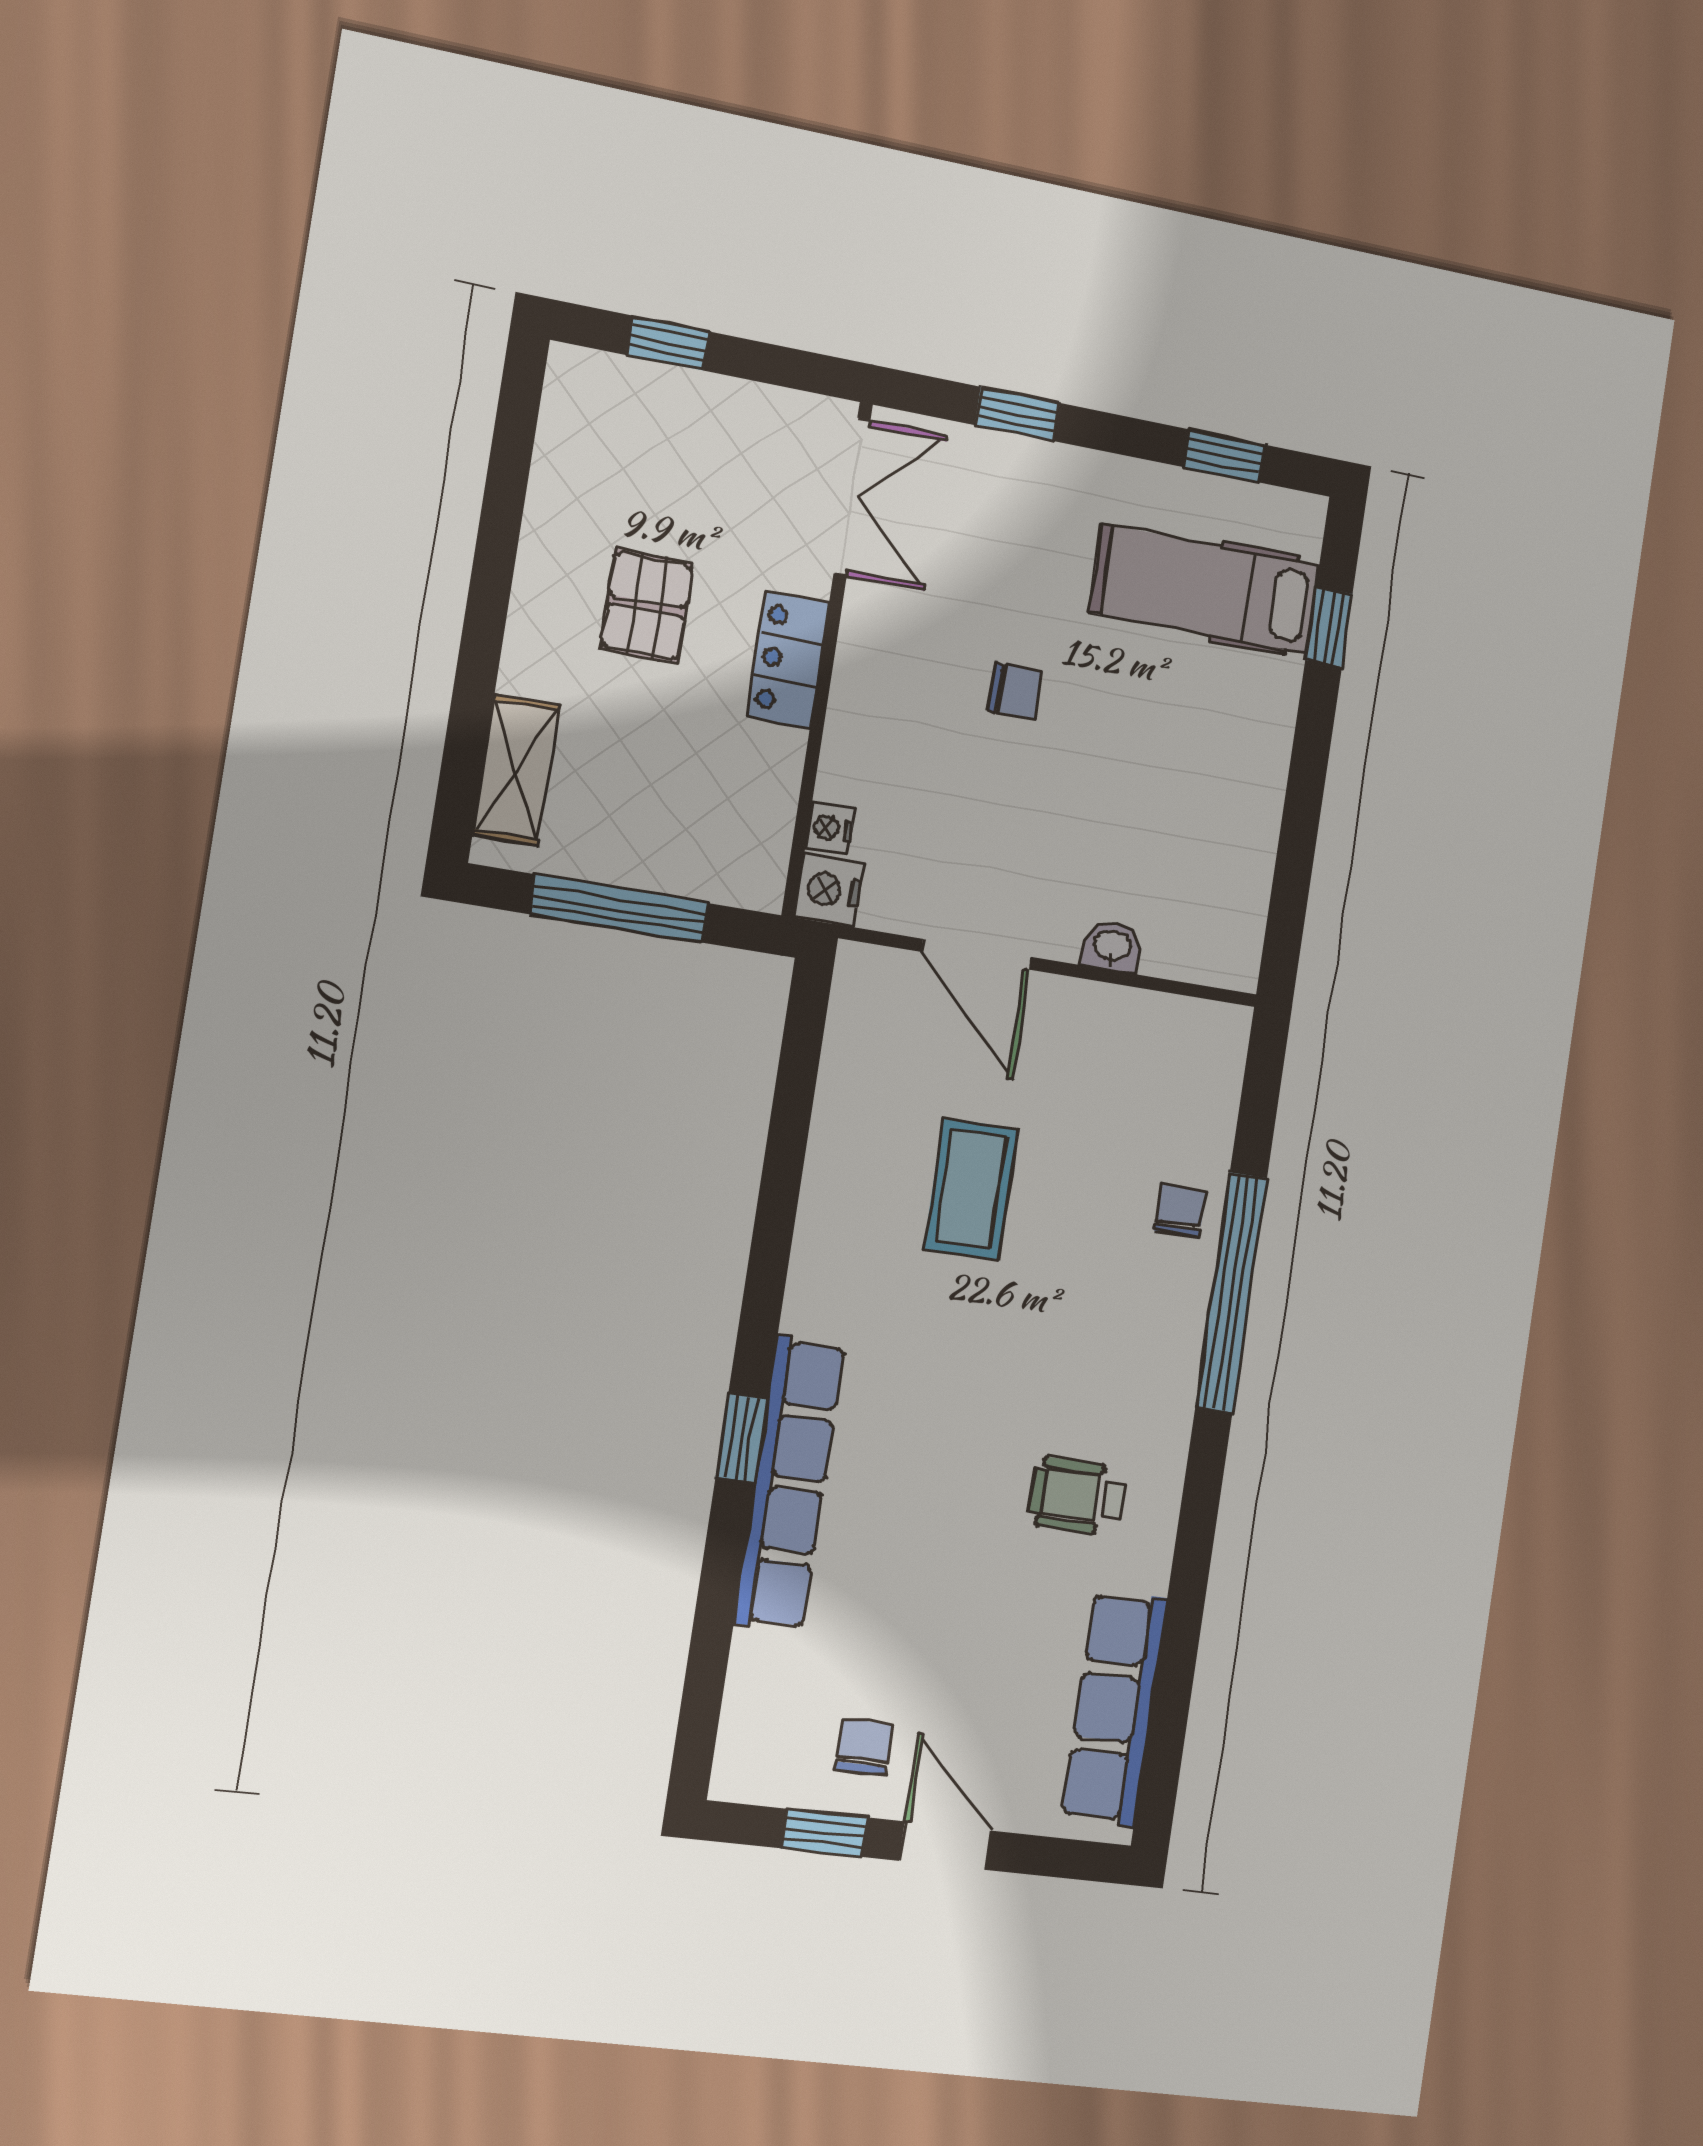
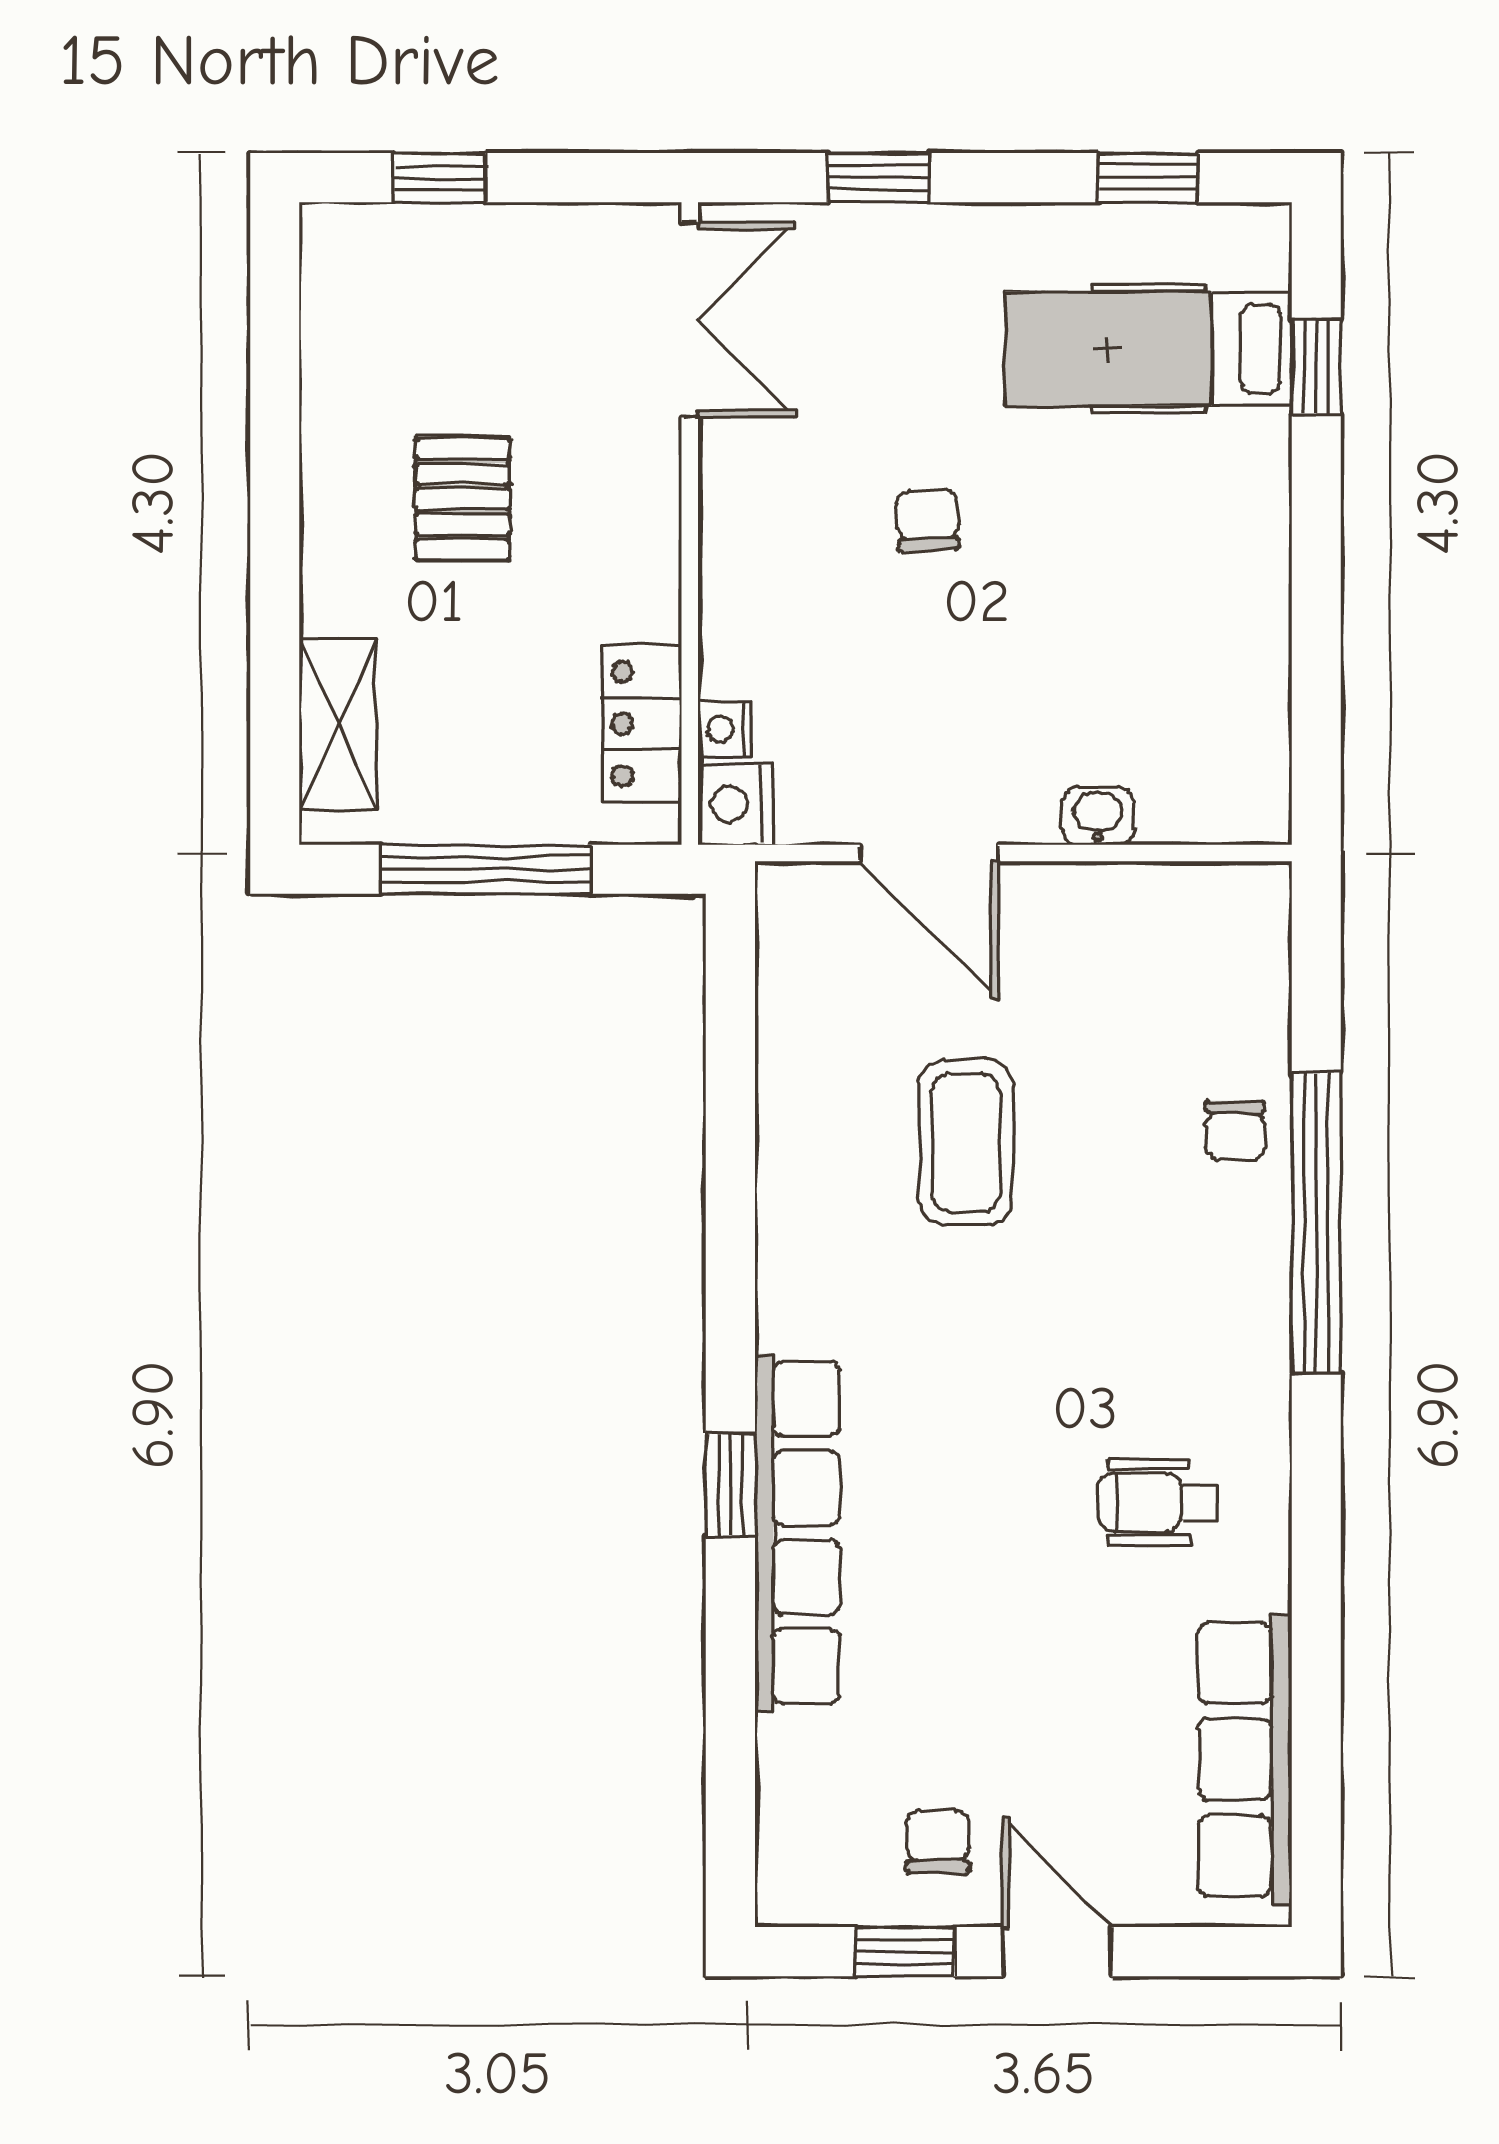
locker: (788, 660) -> (642, 724), moved
chair: (1015, 691) -> (928, 520), turned -93
chair: (1180, 1211) -> (1235, 1130), turned 180

